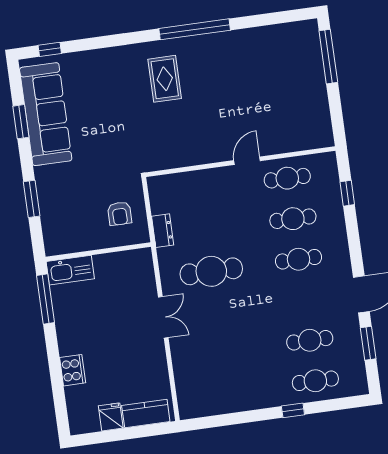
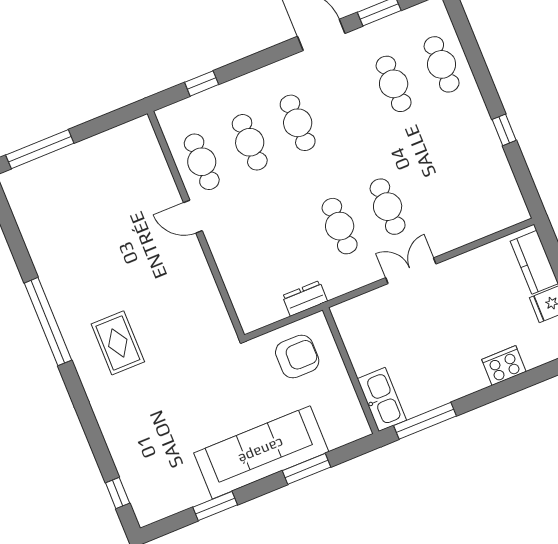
rug: (165, 79) -> (118, 343), turned 90
sofa: (46, 114) -> (261, 452), moved
armchair: (120, 214) -> (297, 356), width x1.38, depth x1.38
cafe table: (211, 271) -> (340, 226), width x0.73, depth x0.74
cafe table: (217, 312) -> (388, 207), added
window: (293, 410) -> (504, 130), moved

